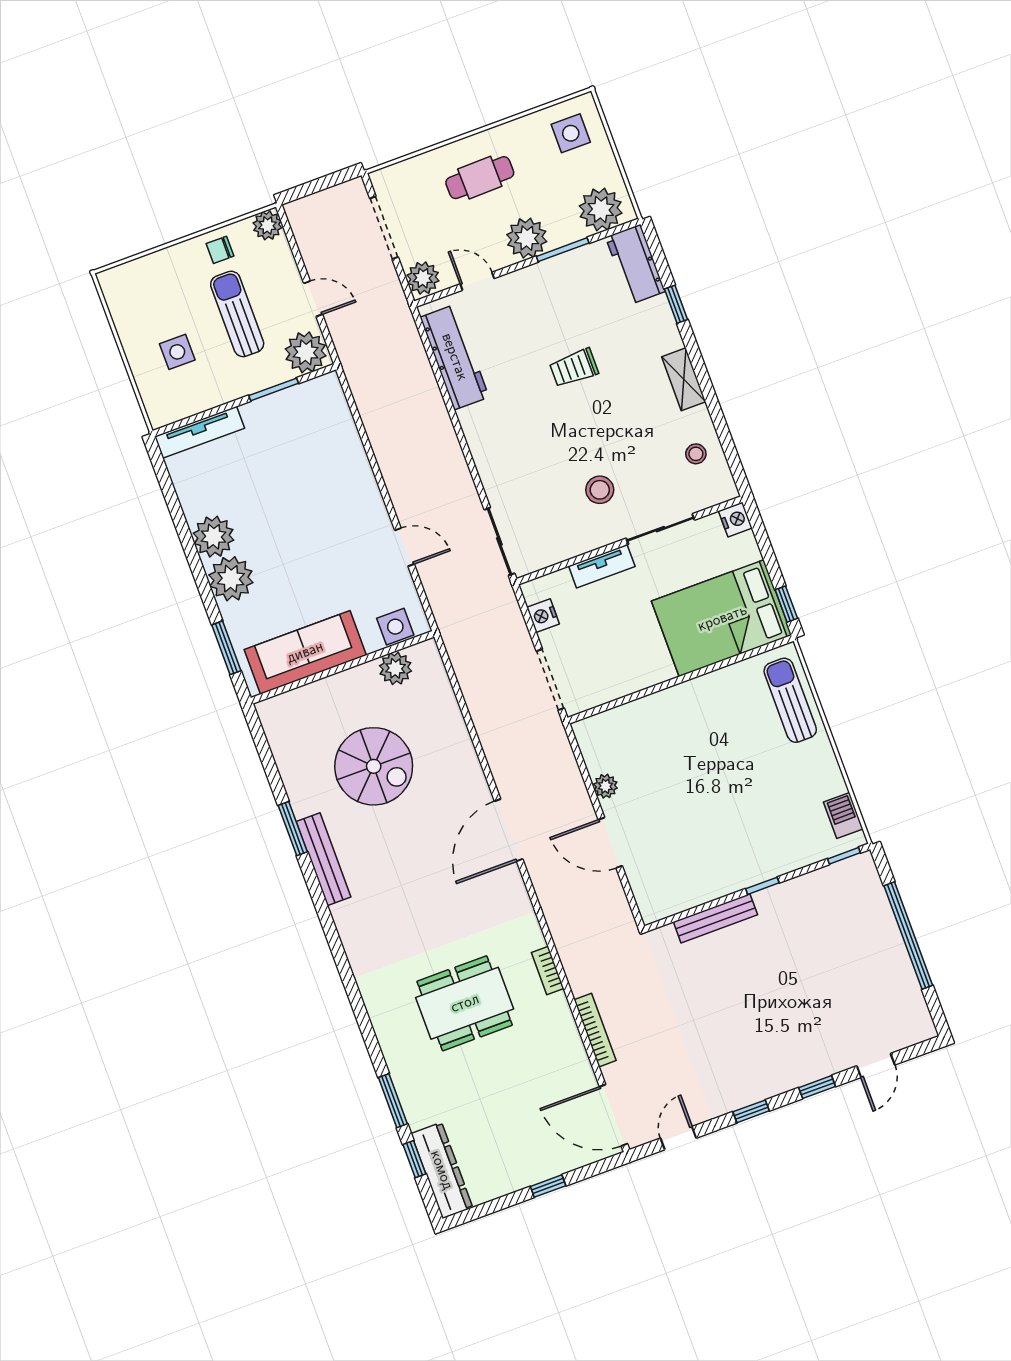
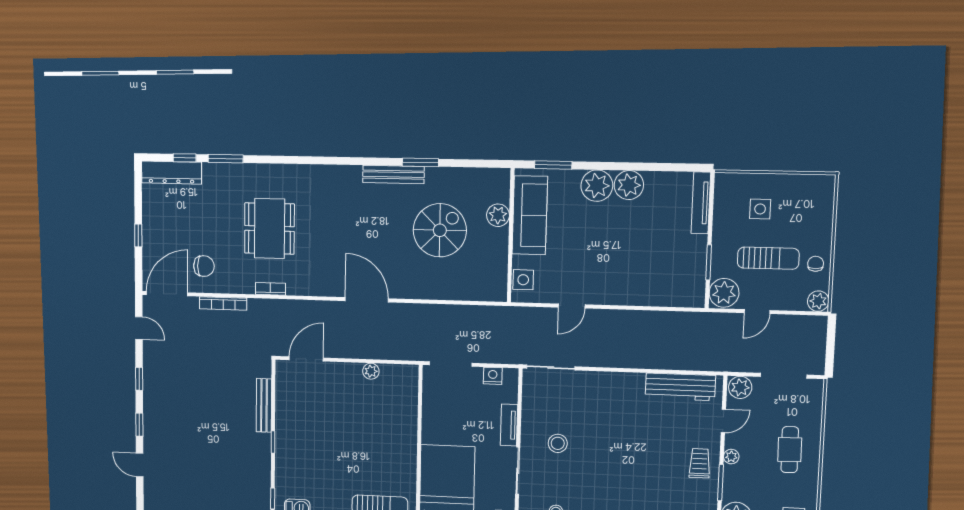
plant: (527, 238) -> (731, 457), width x0.53, depth x0.53
trolley: (574, 368) -> (700, 463), moved
plant: (395, 668) -> (498, 215), moved
spiral stairs: (374, 766) -> (440, 230), turned 180
door: (610, 843) -> (306, 359), moved
chair: (554, 1077) -> (204, 266), added

